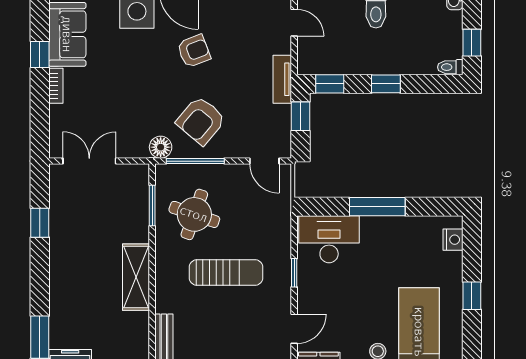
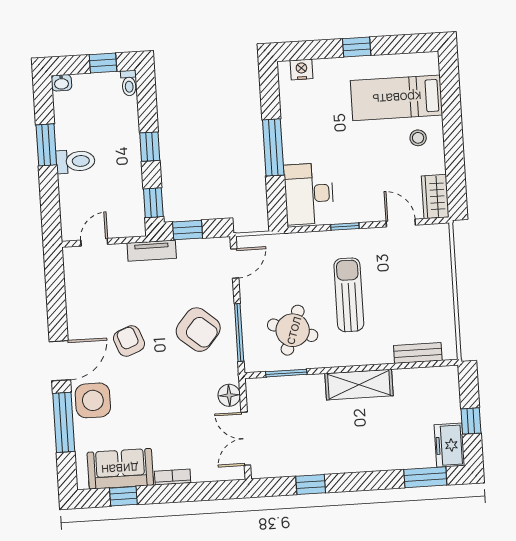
window: (40, 55) -> (123, 496), moved
floor lamp: (161, 147) -> (229, 395), moved

